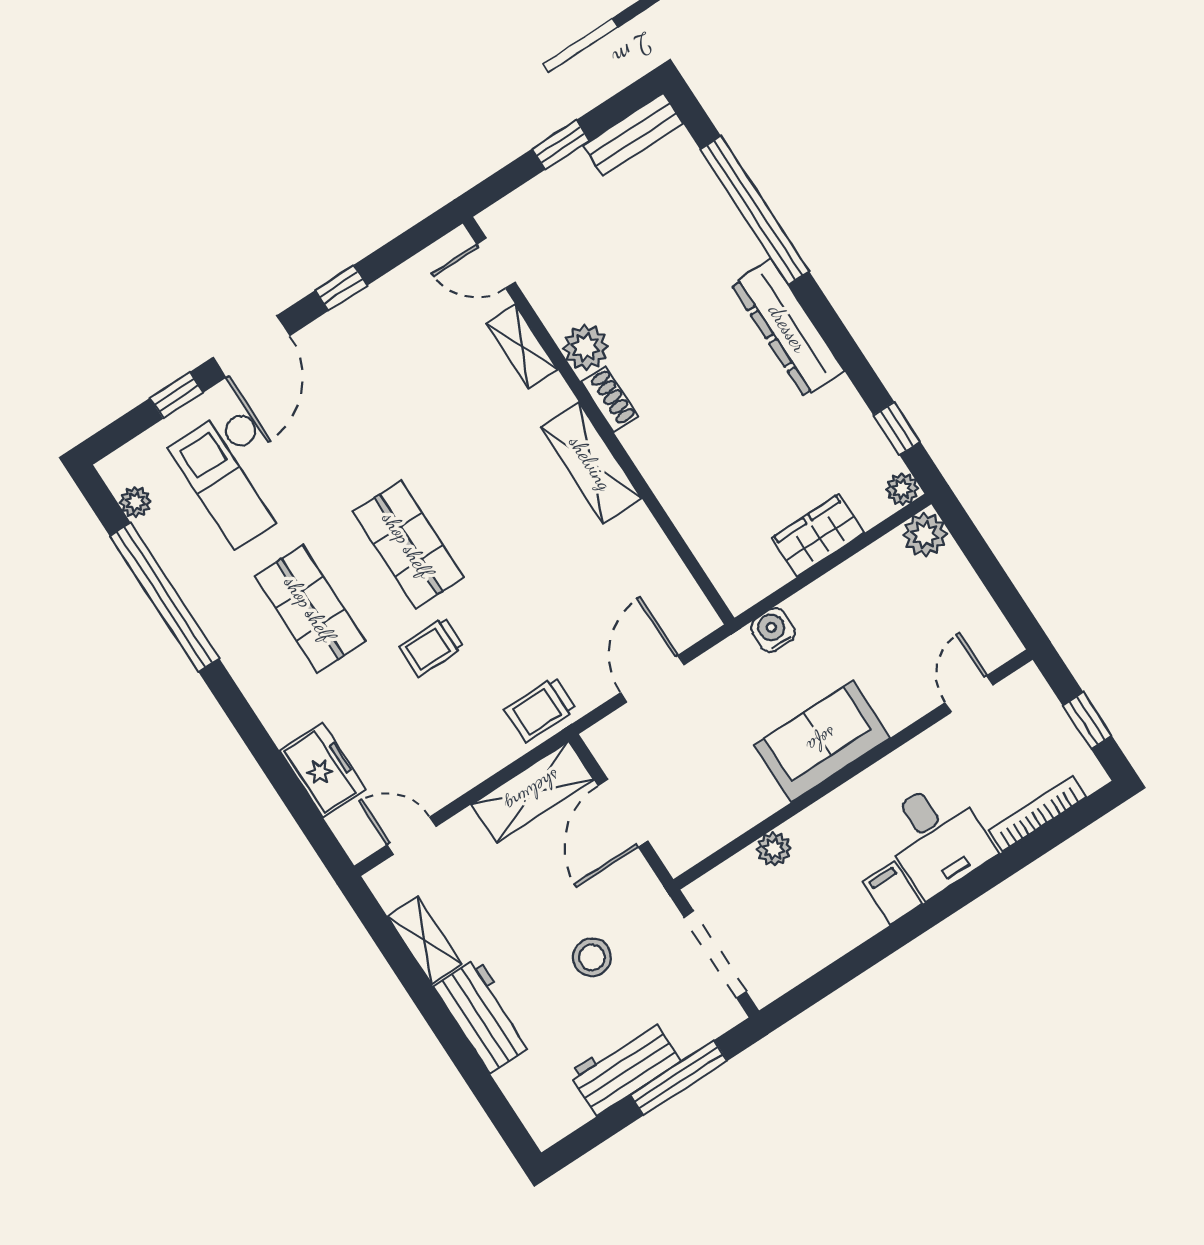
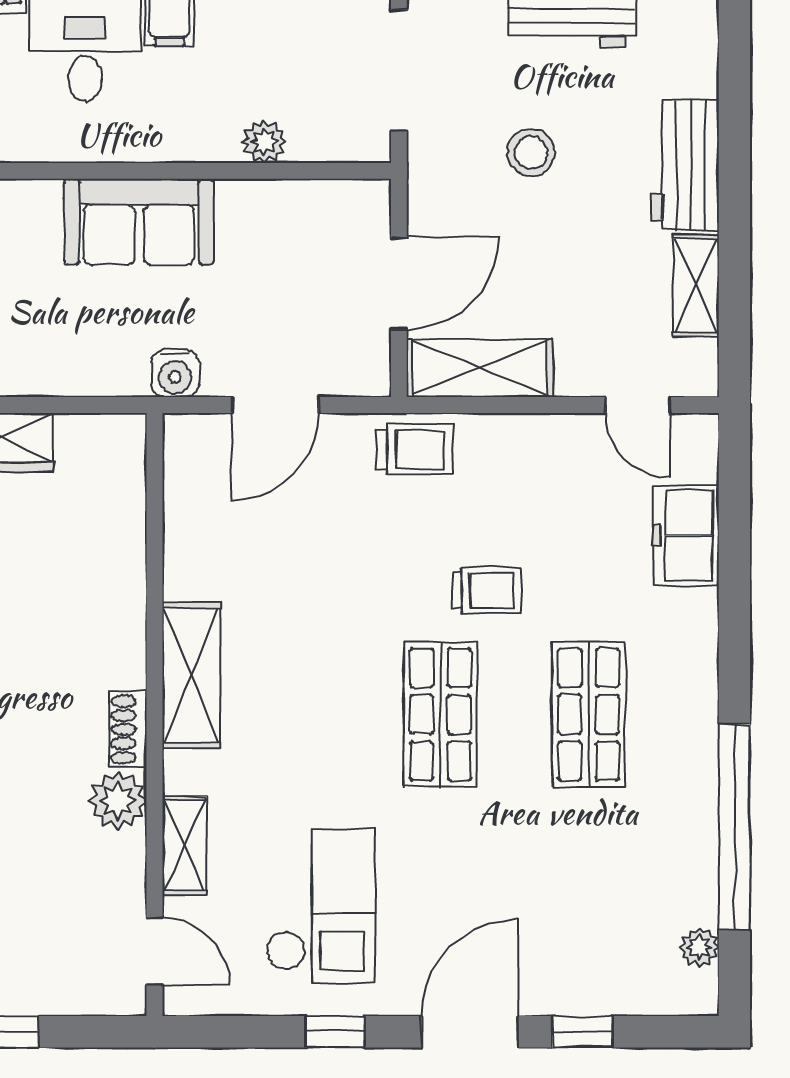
checkout: (237, 476) -> (320, 906), moved
water cooler: (773, 630) -> (175, 373), moved

